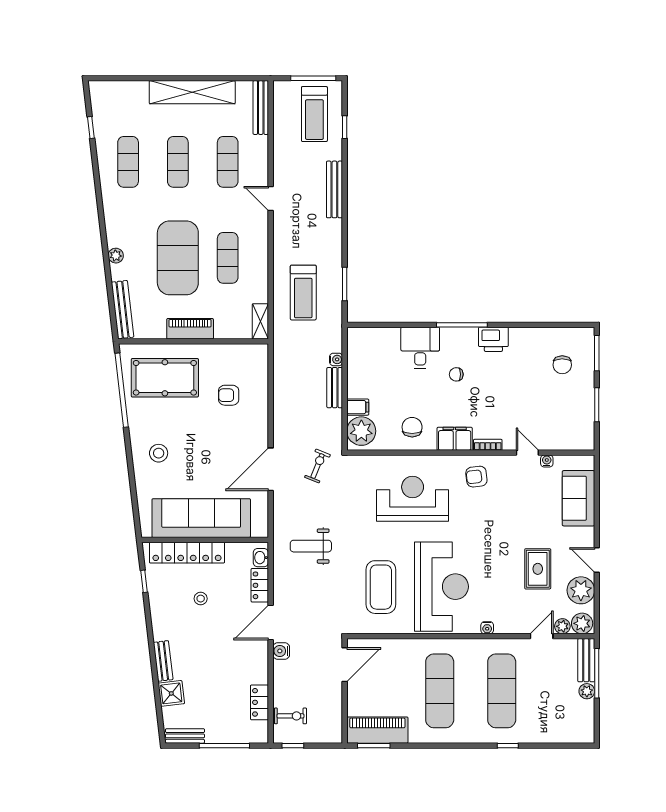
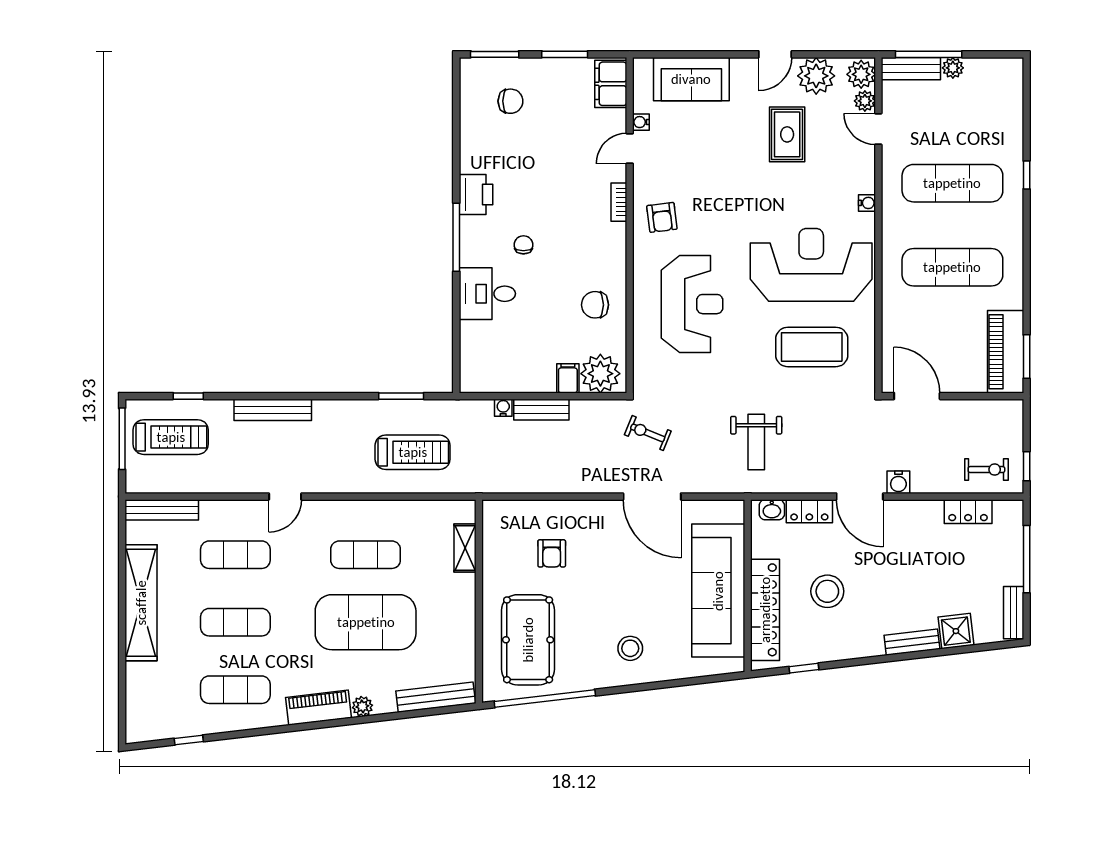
shelving: (260, 321) -> (465, 548), moved, turned 90
piano: (190, 329) -> (319, 708), moved, turned 83
chair: (456, 374) -> (523, 245), turned 180
filing cabinet: (455, 439) -> (611, 84), moved
reception desk: (413, 499) -> (692, 304), turned 180
rug: (538, 569) -> (787, 134), turned 90
stool: (201, 599) -> (827, 591), width x1.89, depth x1.89
exercise bike: (290, 716) -> (986, 470), turned 90

